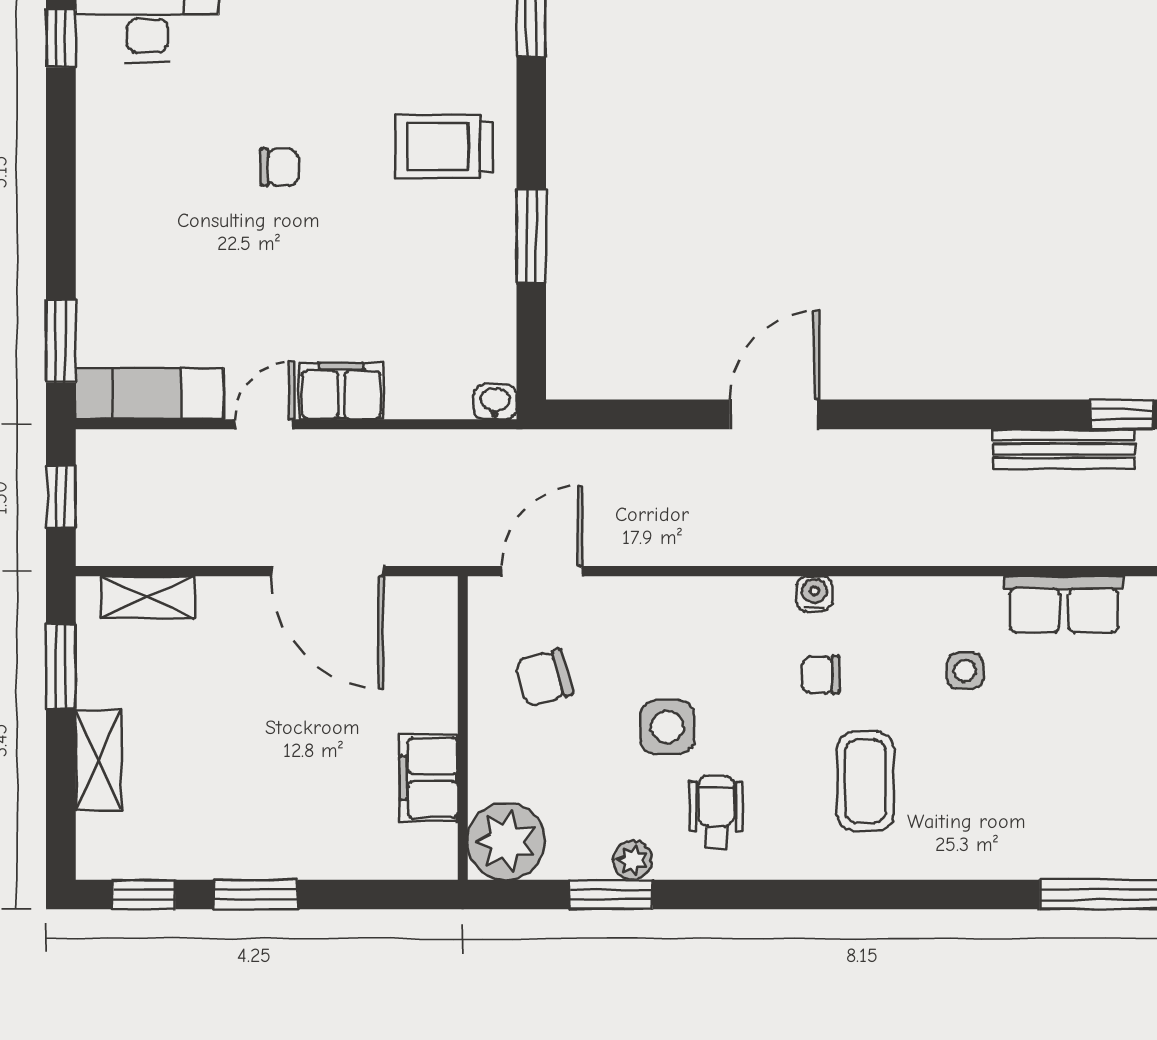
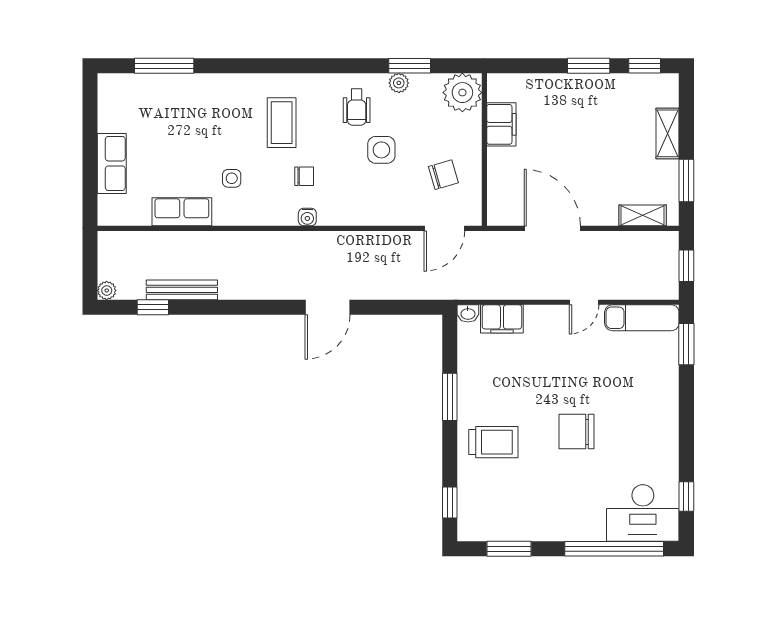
chair: (279, 167) -> (577, 432), width x1.87, depth x1.87
filing cabinet: (341, 391) -> (502, 319), moved

